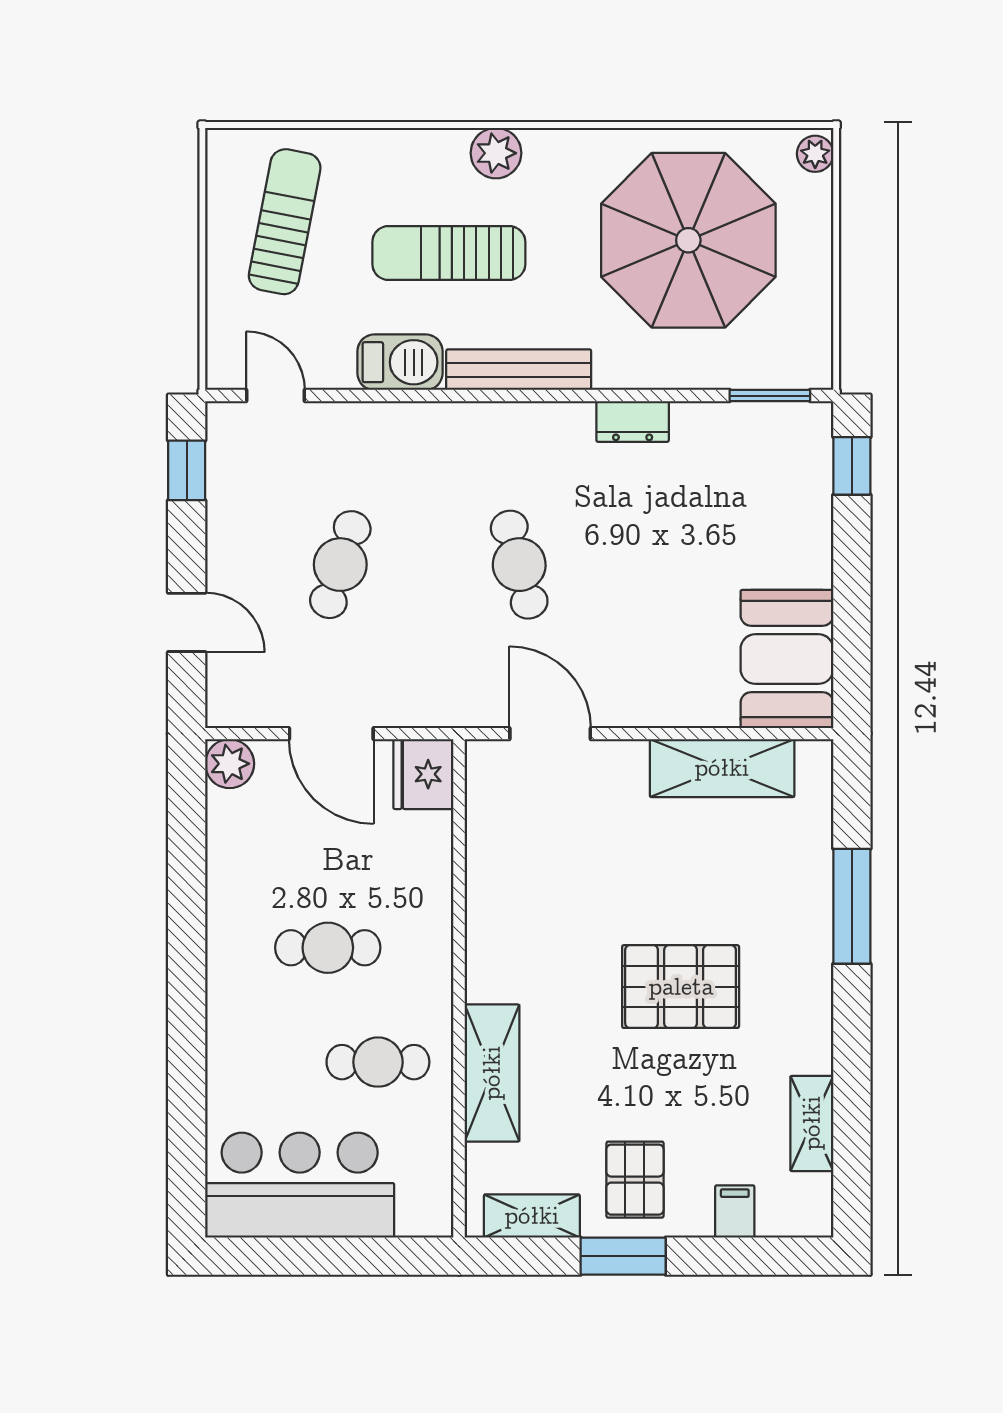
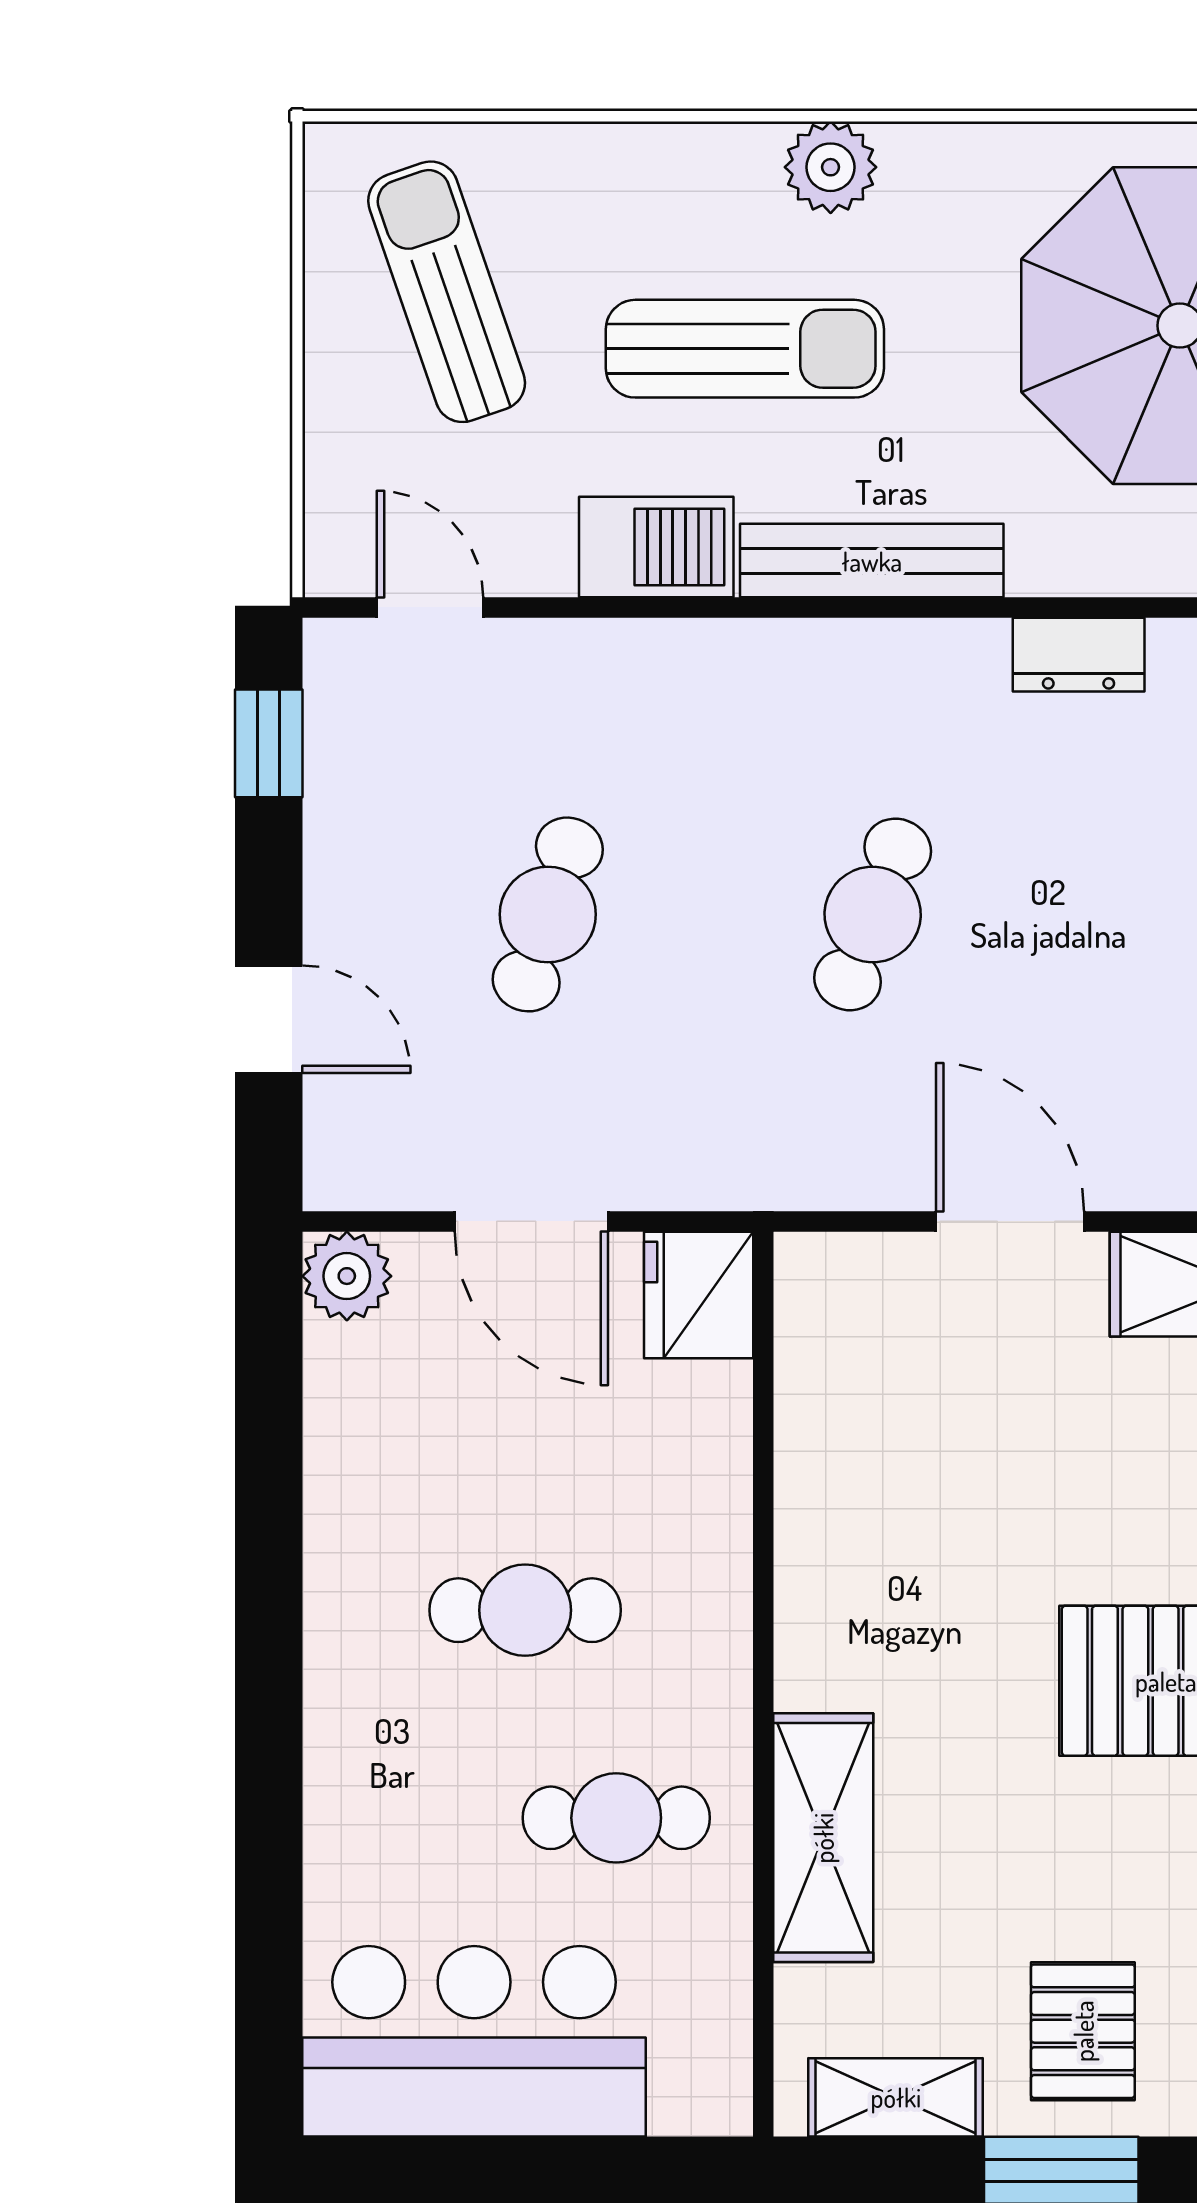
sun lounger: (285, 222) -> (447, 292), turned -30
sun lounger: (449, 253) -> (745, 349), turned 180
cafe table: (519, 565) -> (873, 914), turned 36
door: (550, 734) -> (1010, 1221), moved

